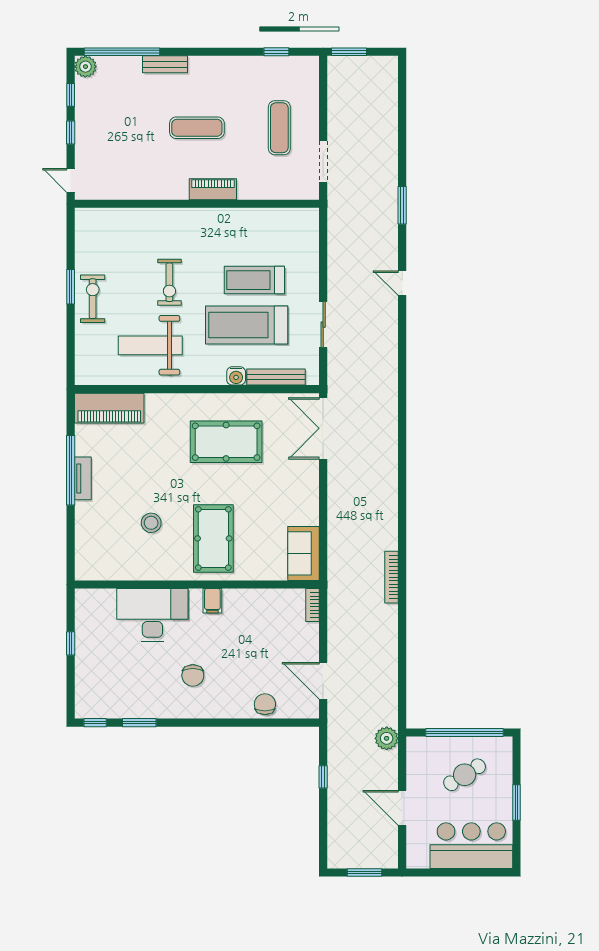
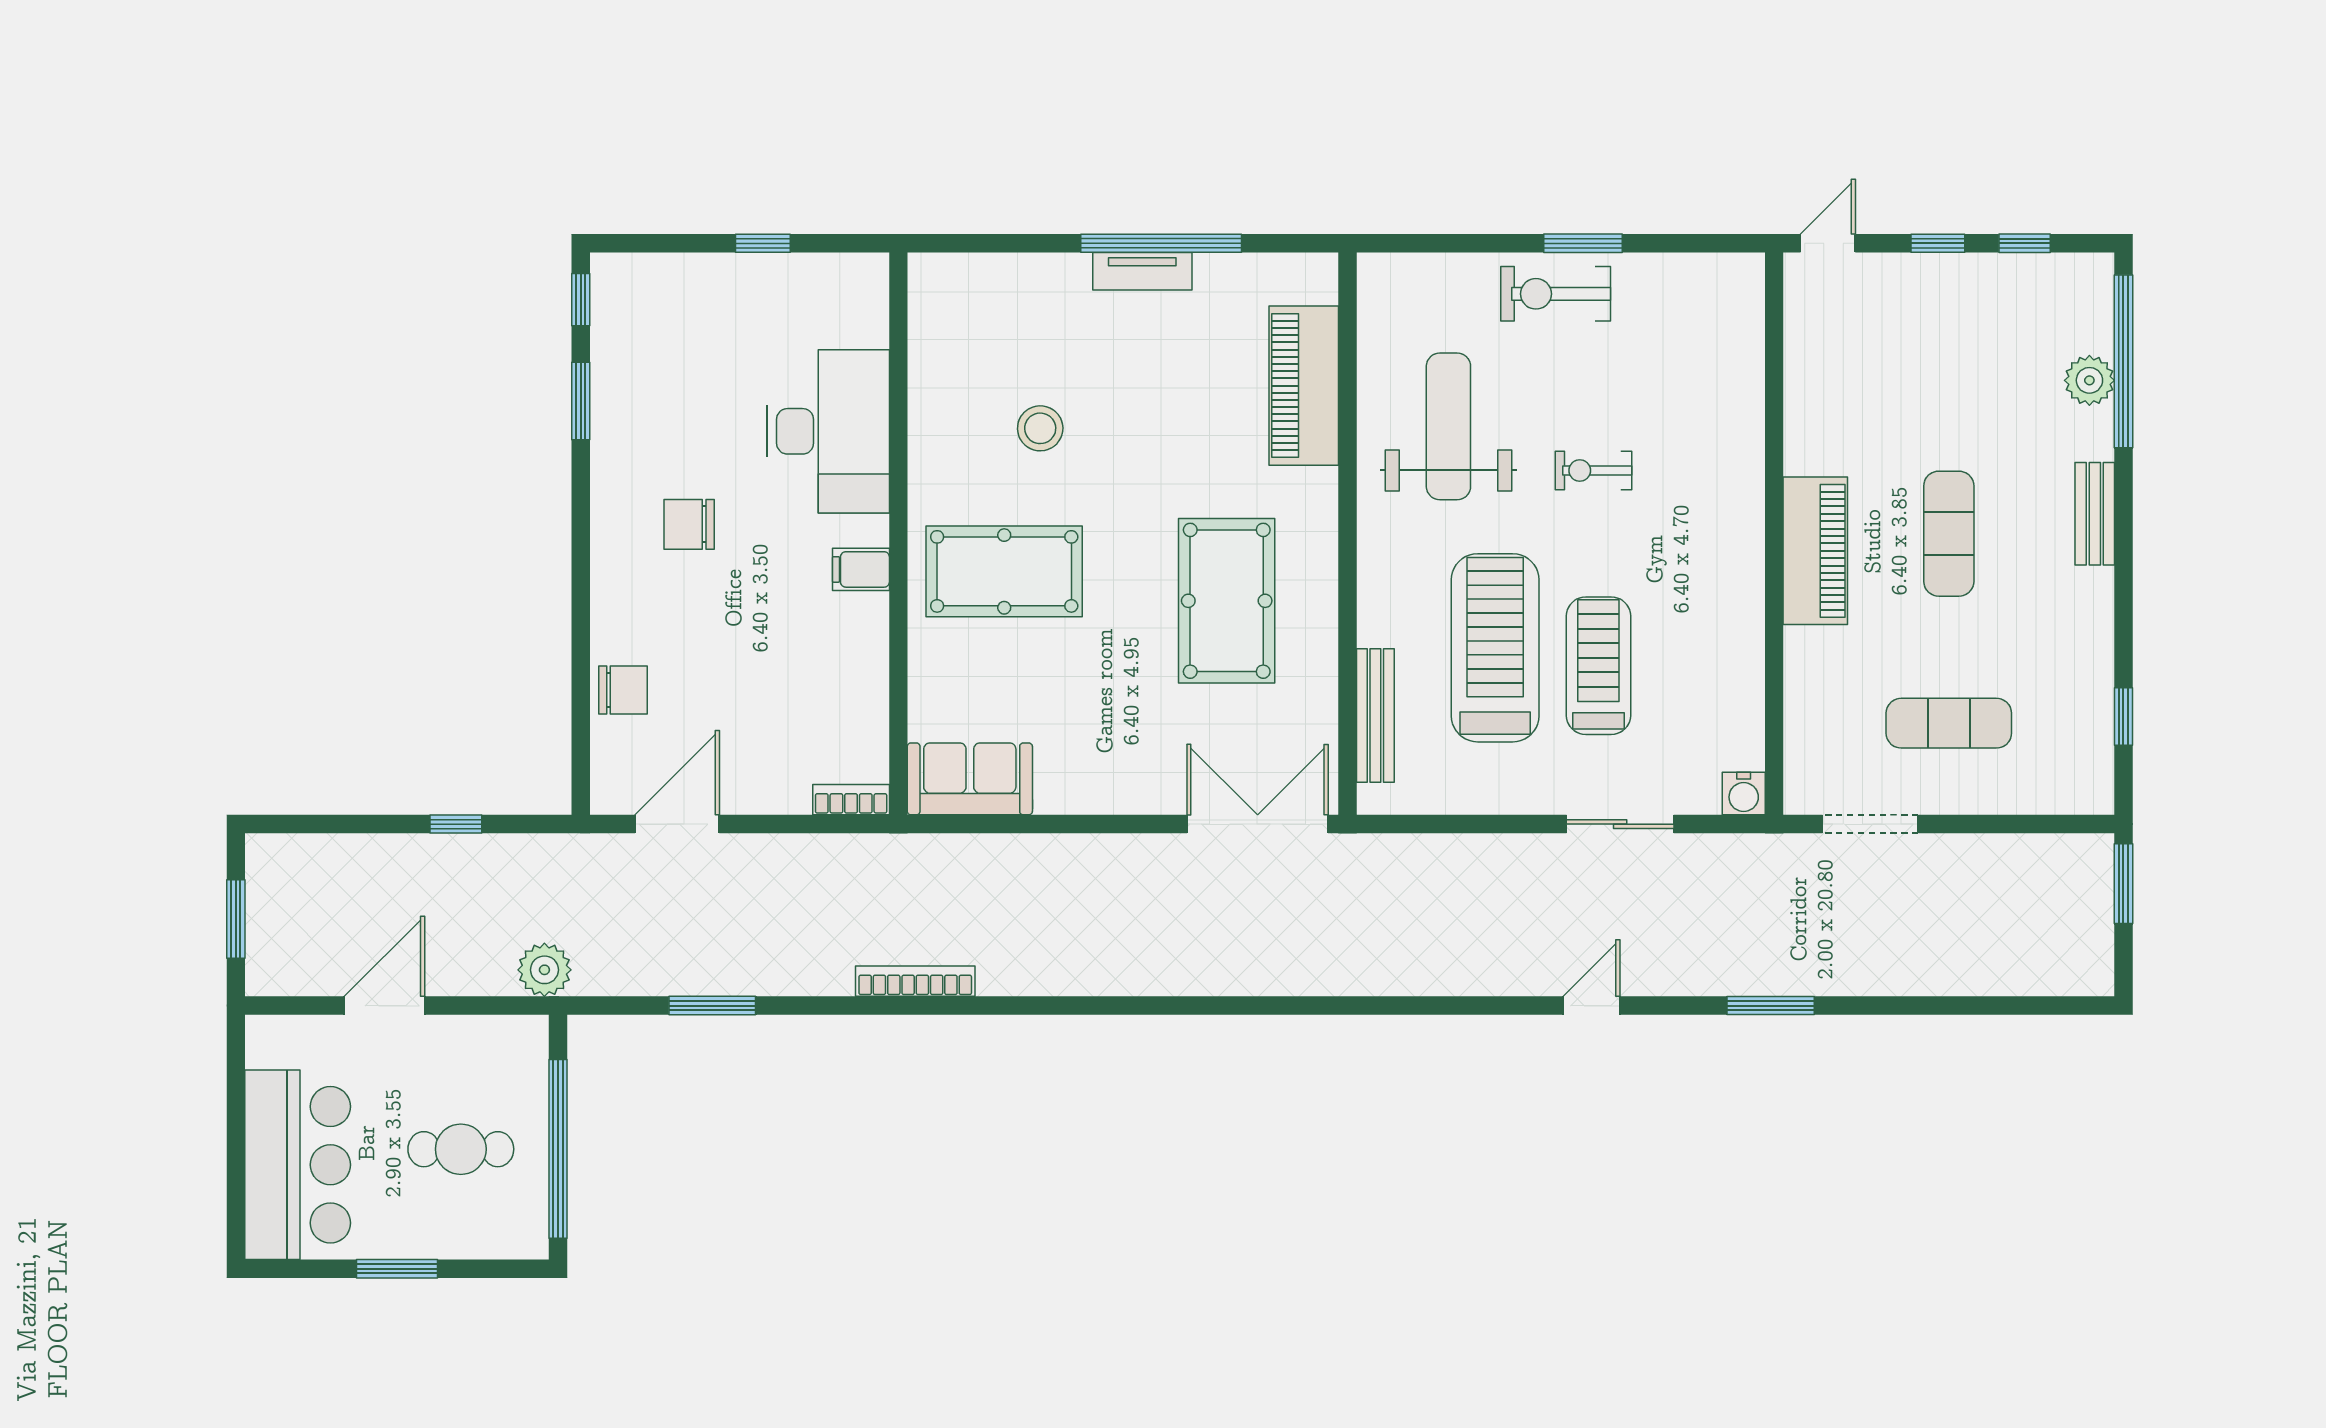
bench: (165, 64) -> (2095, 514), moved
plant: (85, 67) -> (2089, 380), moved
piano: (213, 189) -> (1815, 551), width x1.37, depth x1.33
exercise bike: (169, 282) -> (1593, 471), width x0.73, depth x0.72
exercise bike: (93, 299) -> (1556, 294), turned 180
sliding door: (323, 325) -> (1620, 824), moved
water cooler: (236, 376) -> (1744, 794), moved, turned -90
piano: (109, 408) -> (1304, 386), moved
window: (402, 665) -> (712, 1006), added
cafe table: (465, 775) -> (461, 1149), turned -58

